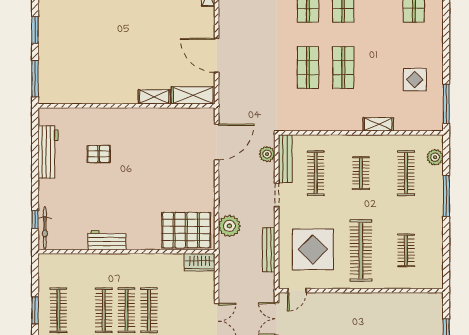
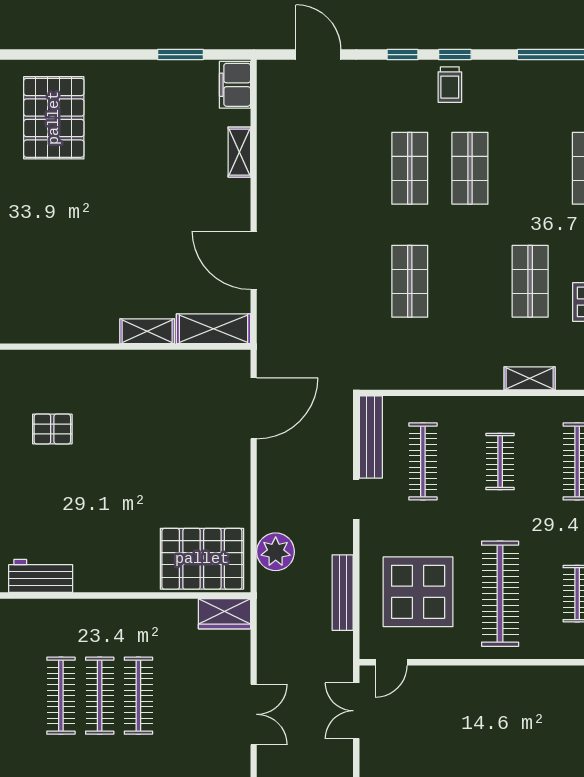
shop shelf: (343, 67) -> (530, 281), moved
plant: (267, 154) -> (340, 429), removed
workbench: (107, 240) -> (41, 576), moved

